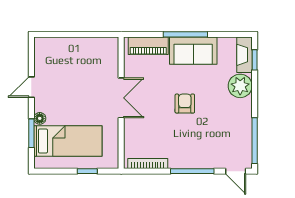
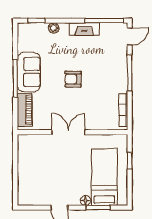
fireplace: (244, 55) -> (84, 29), moved
plant: (240, 86) -> (54, 28), width x0.53, depth x0.53

